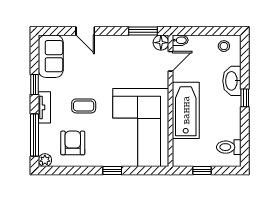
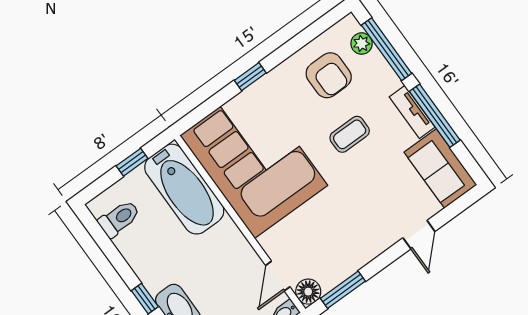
door: (85, 31) -> (419, 235), swing flipped
window: (35, 85) -> (435, 116), width x2.17
tv unit: (44, 107) -> (412, 112), moved
bathtub: (186, 110) -> (184, 189), moved
plant: (45, 160) -> (362, 44), moved

